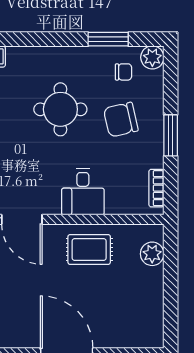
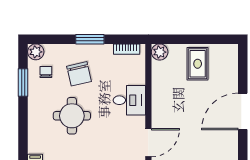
rug: (89, 249) -> (198, 64), moved
plant: (152, 254) -> (160, 52), moved

